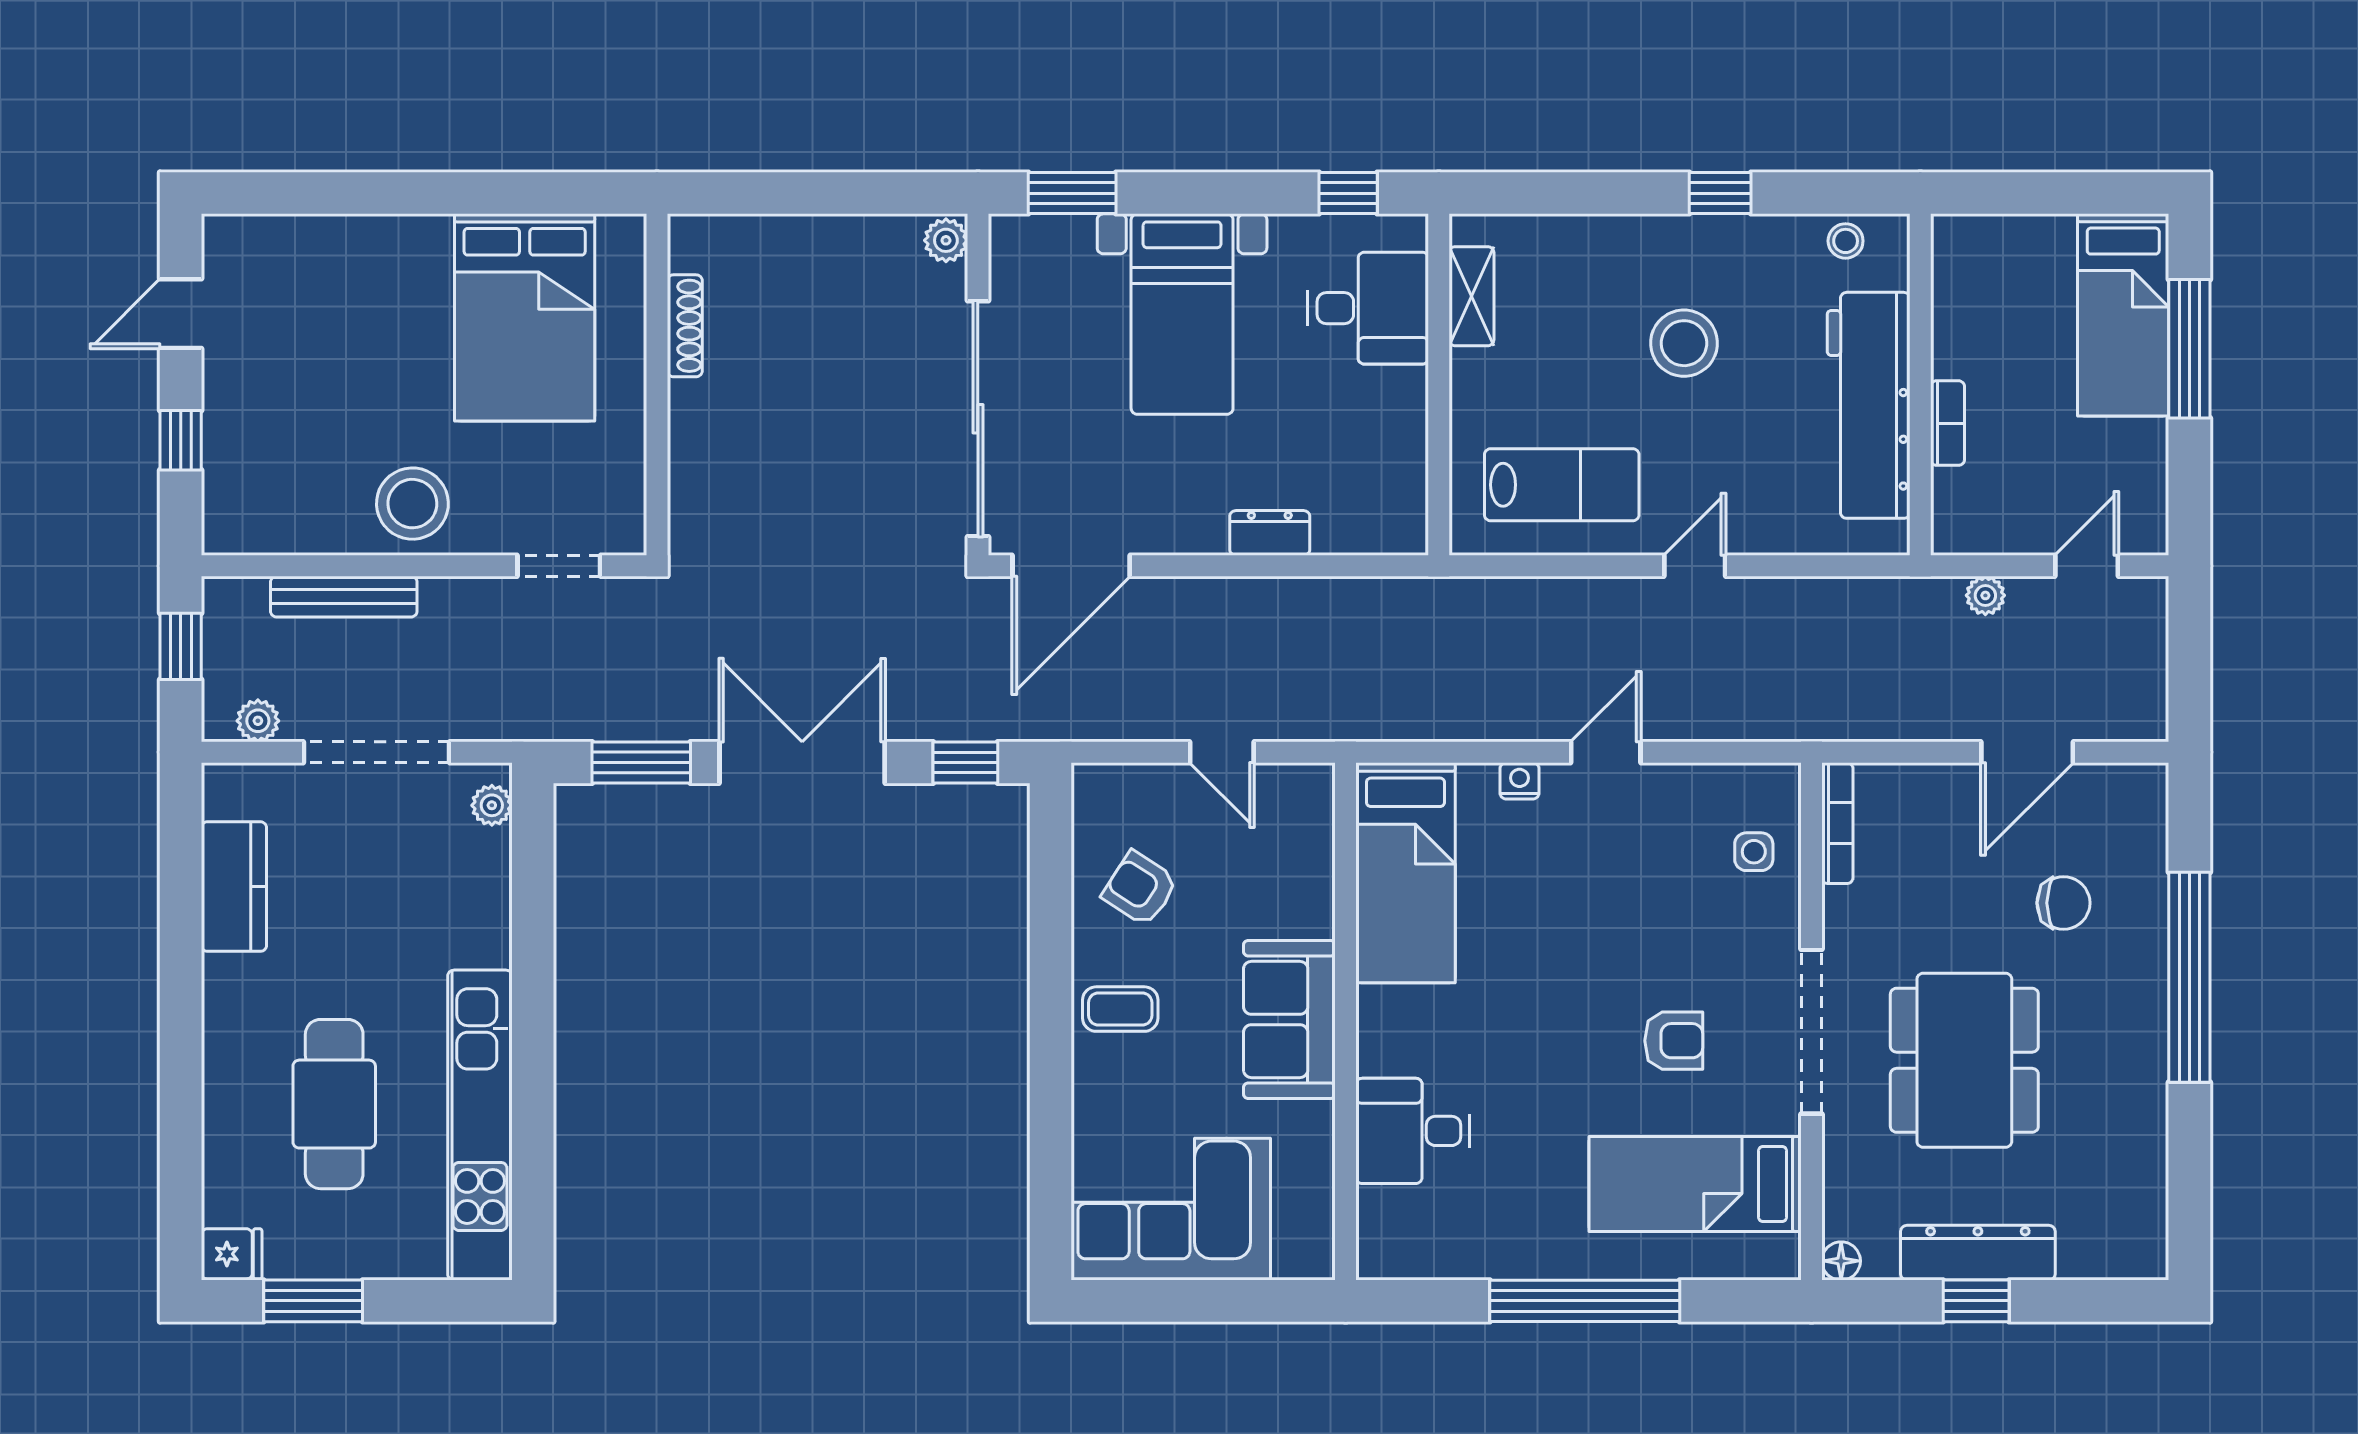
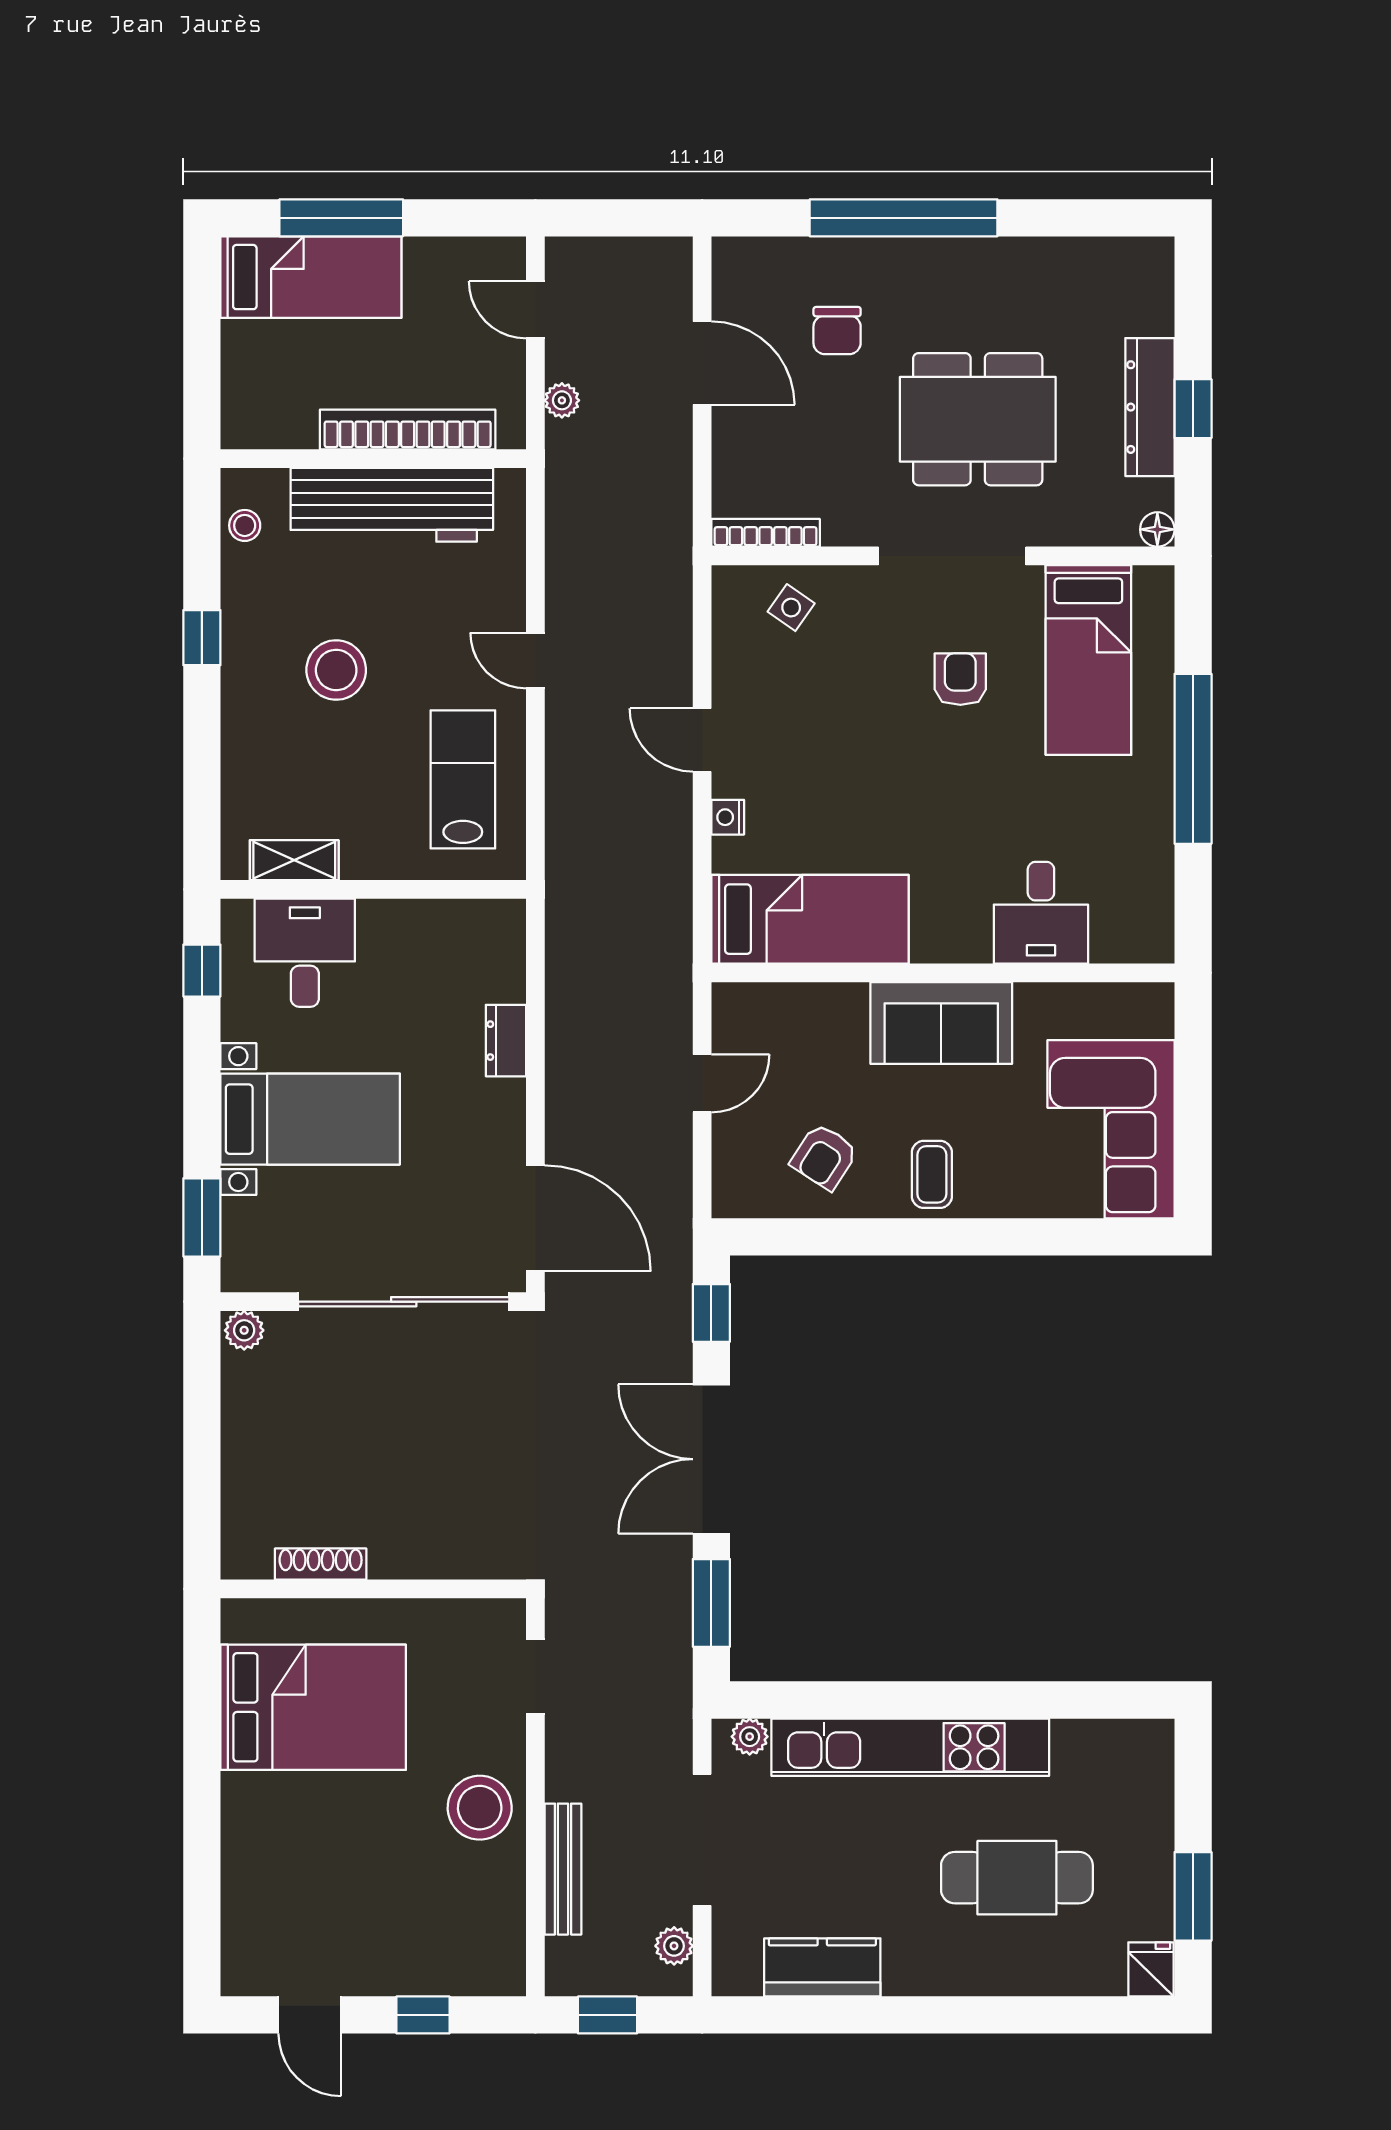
bookcase: (1948, 423) -> (408, 429), width x2.31, depth x1.31
side table: (1754, 852) -> (791, 608), turned 35
chair: (2063, 903) -> (837, 331), turned 180
kitchen unit: (480, 1125) -> (910, 1747), moved

